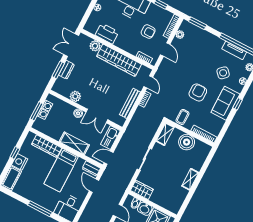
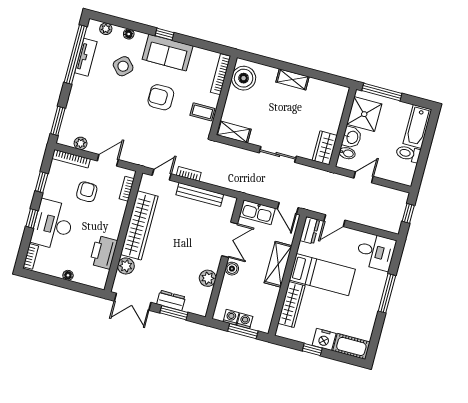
boiler: (187, 142) -> (244, 78), moved

